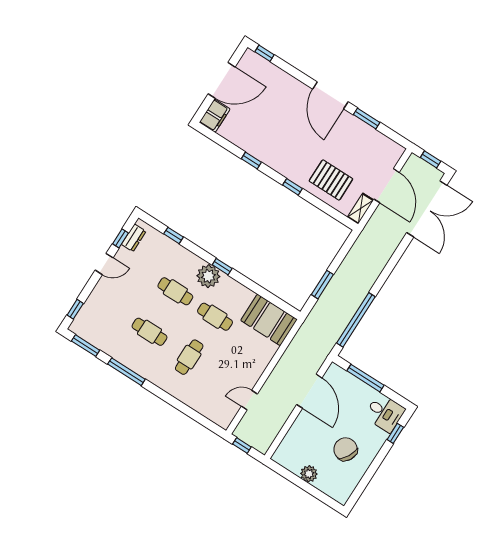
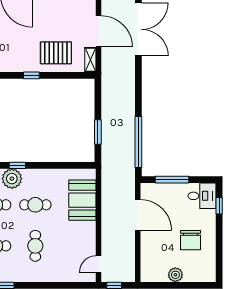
booth: (269, 320) -> (82, 200), moved, turned 90
door: (249, 400) -> (99, 264), moved
chair: (346, 449) -> (191, 240), turned -119

